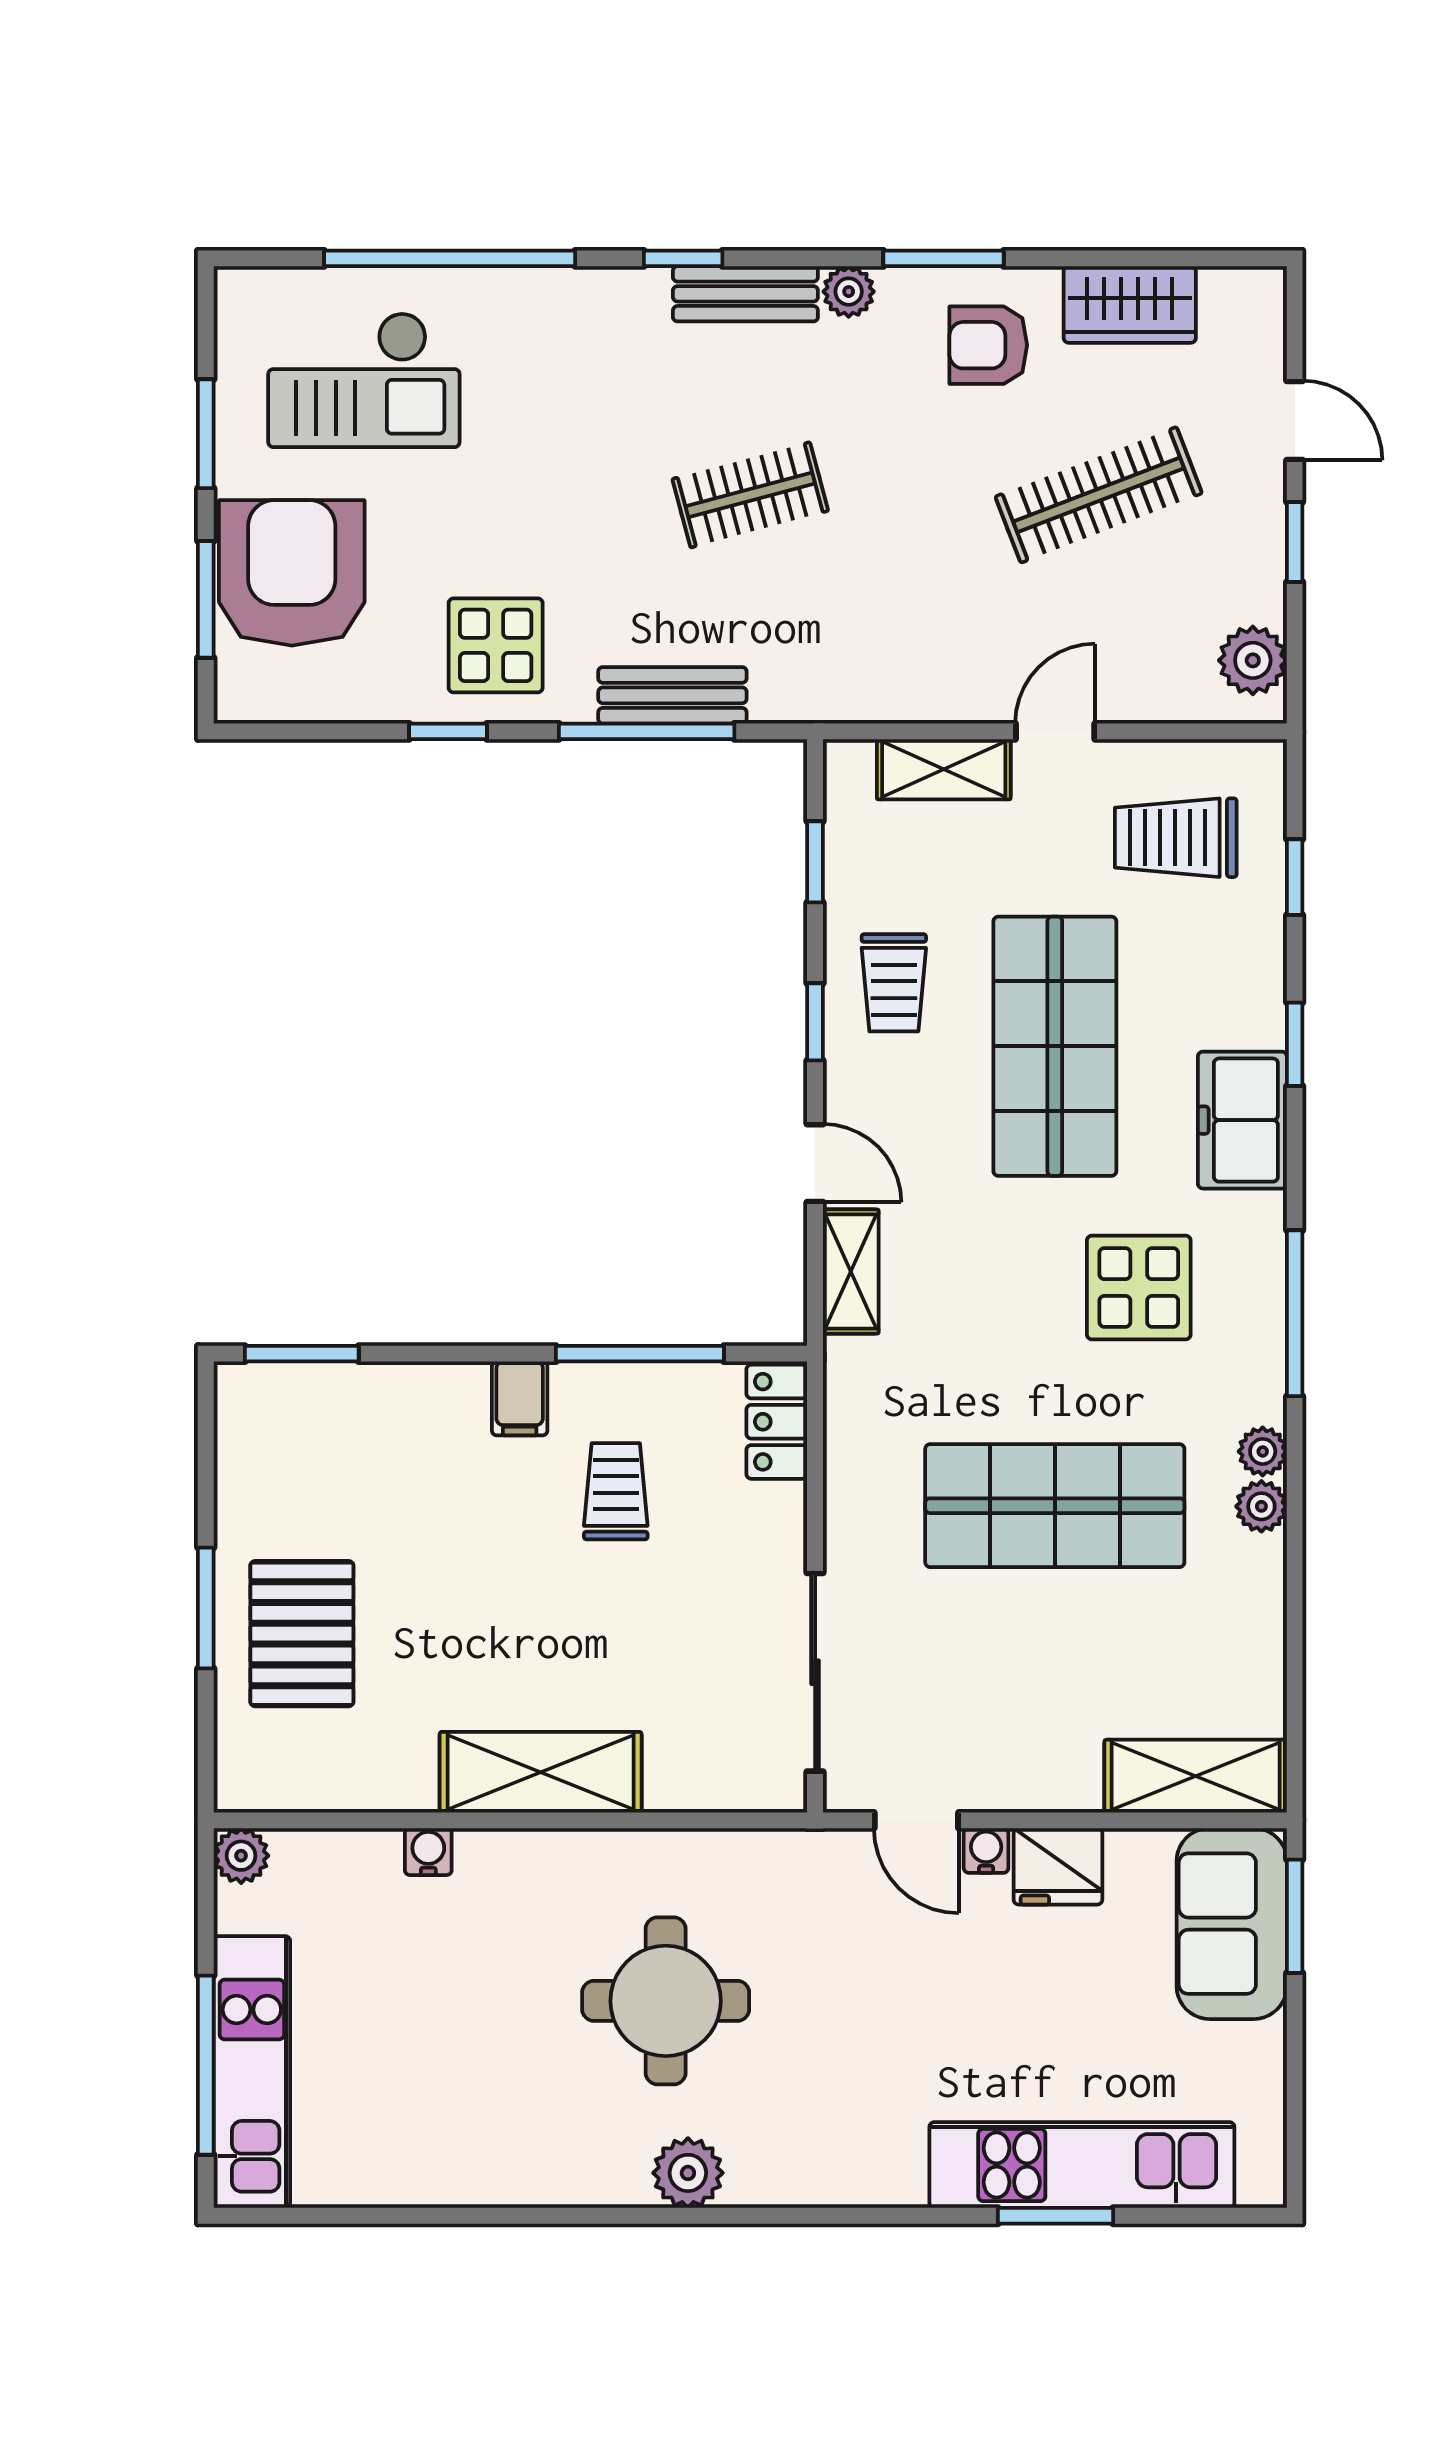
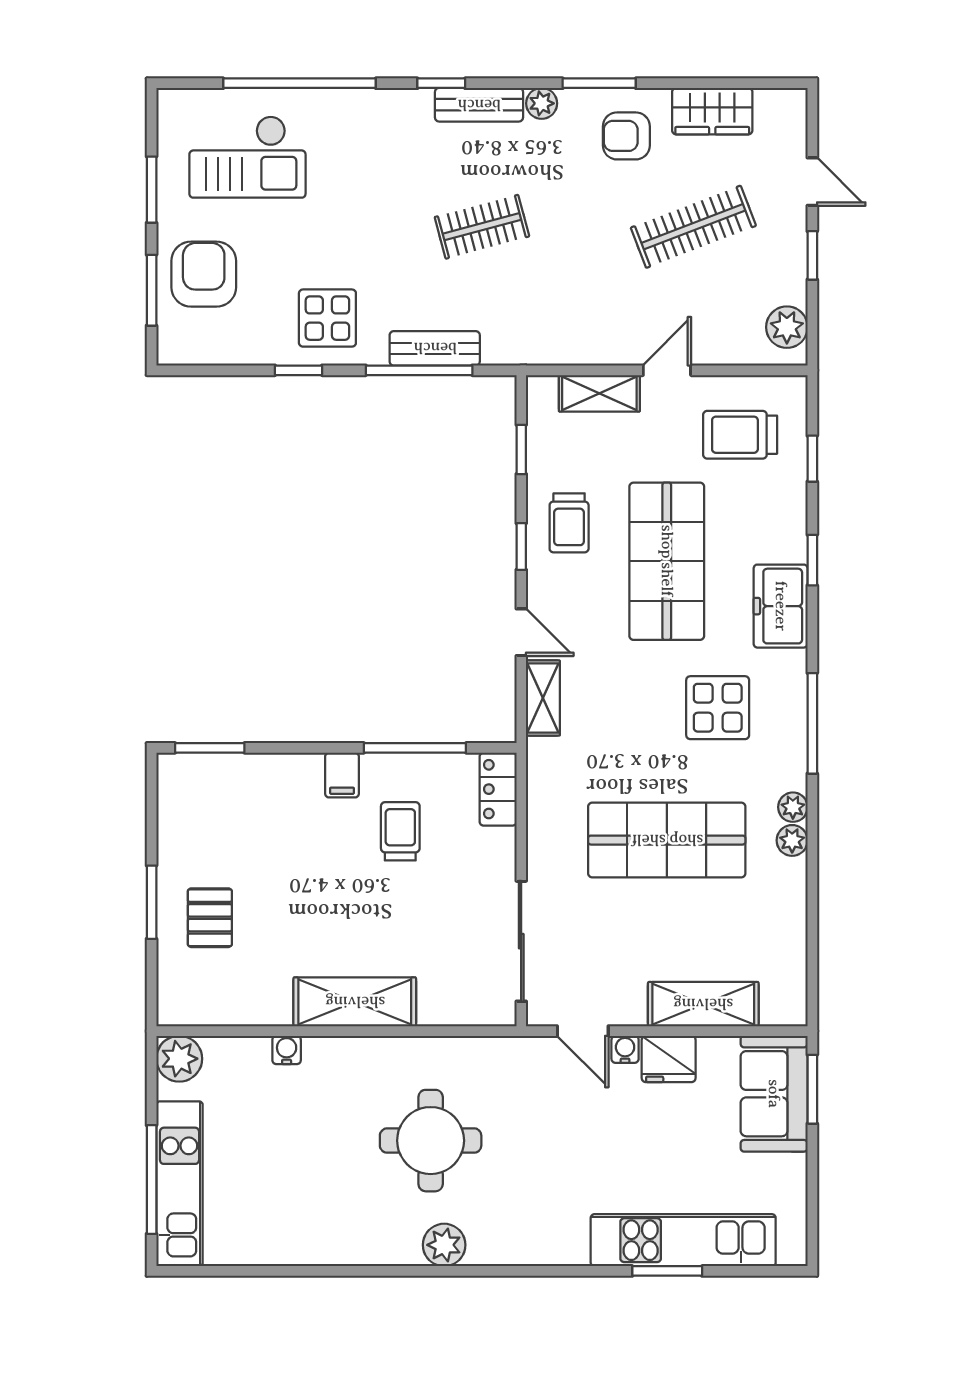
armchair: (292, 573) -> (204, 274), width x0.73, depth x0.73
pallet: (302, 1634) -> (210, 918), width x0.67, depth x0.71
shelving: (1196, 1776) -> (703, 1004), moved
plant: (241, 1856) -> (179, 1059), width x1.38, depth x1.38

